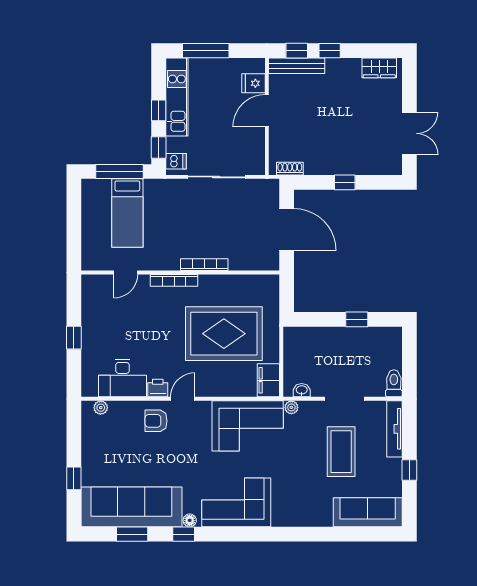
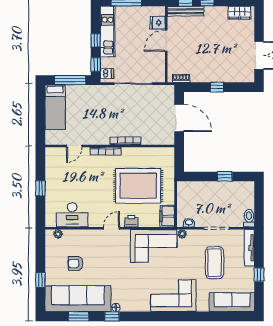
bed: (127, 213) -> (55, 107), moved
printer: (158, 388) -> (131, 221), moved
armchair: (156, 421) -> (76, 263), moved
corner sofa: (236, 502) -> (173, 296), moved

